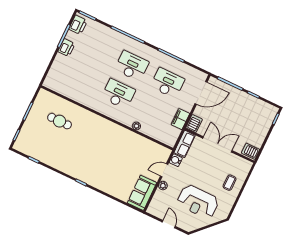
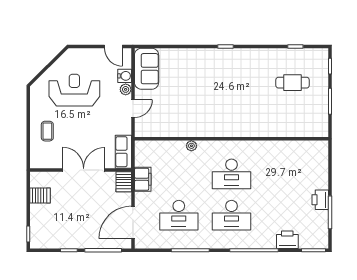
printer: (78, 25) -> (287, 240), moved, turned 90
cafe table: (60, 121) -> (293, 83), moved
double door: (217, 144) -> (84, 170), swing flipped
server rack: (251, 151) -> (40, 195), moved
water cooler: (176, 160) -> (125, 76), moved
door: (169, 224) -> (113, 46), moved

